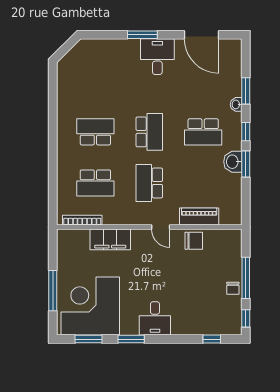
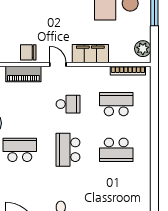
school desk: (149, 183) -> (68, 104), width x0.54
filing cabinet: (110, 239) -> (90, 54), moved
plant: (66, 245) -> (143, 49), added

